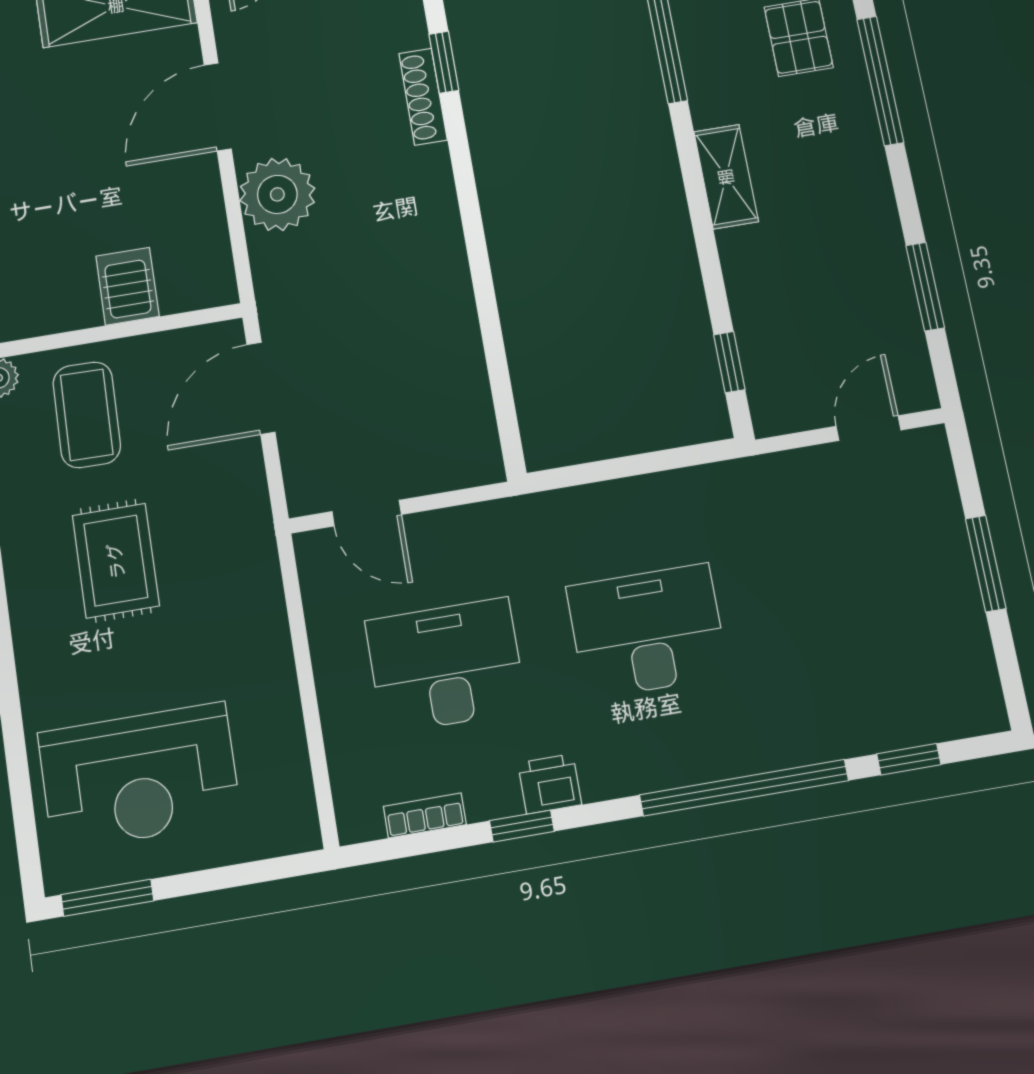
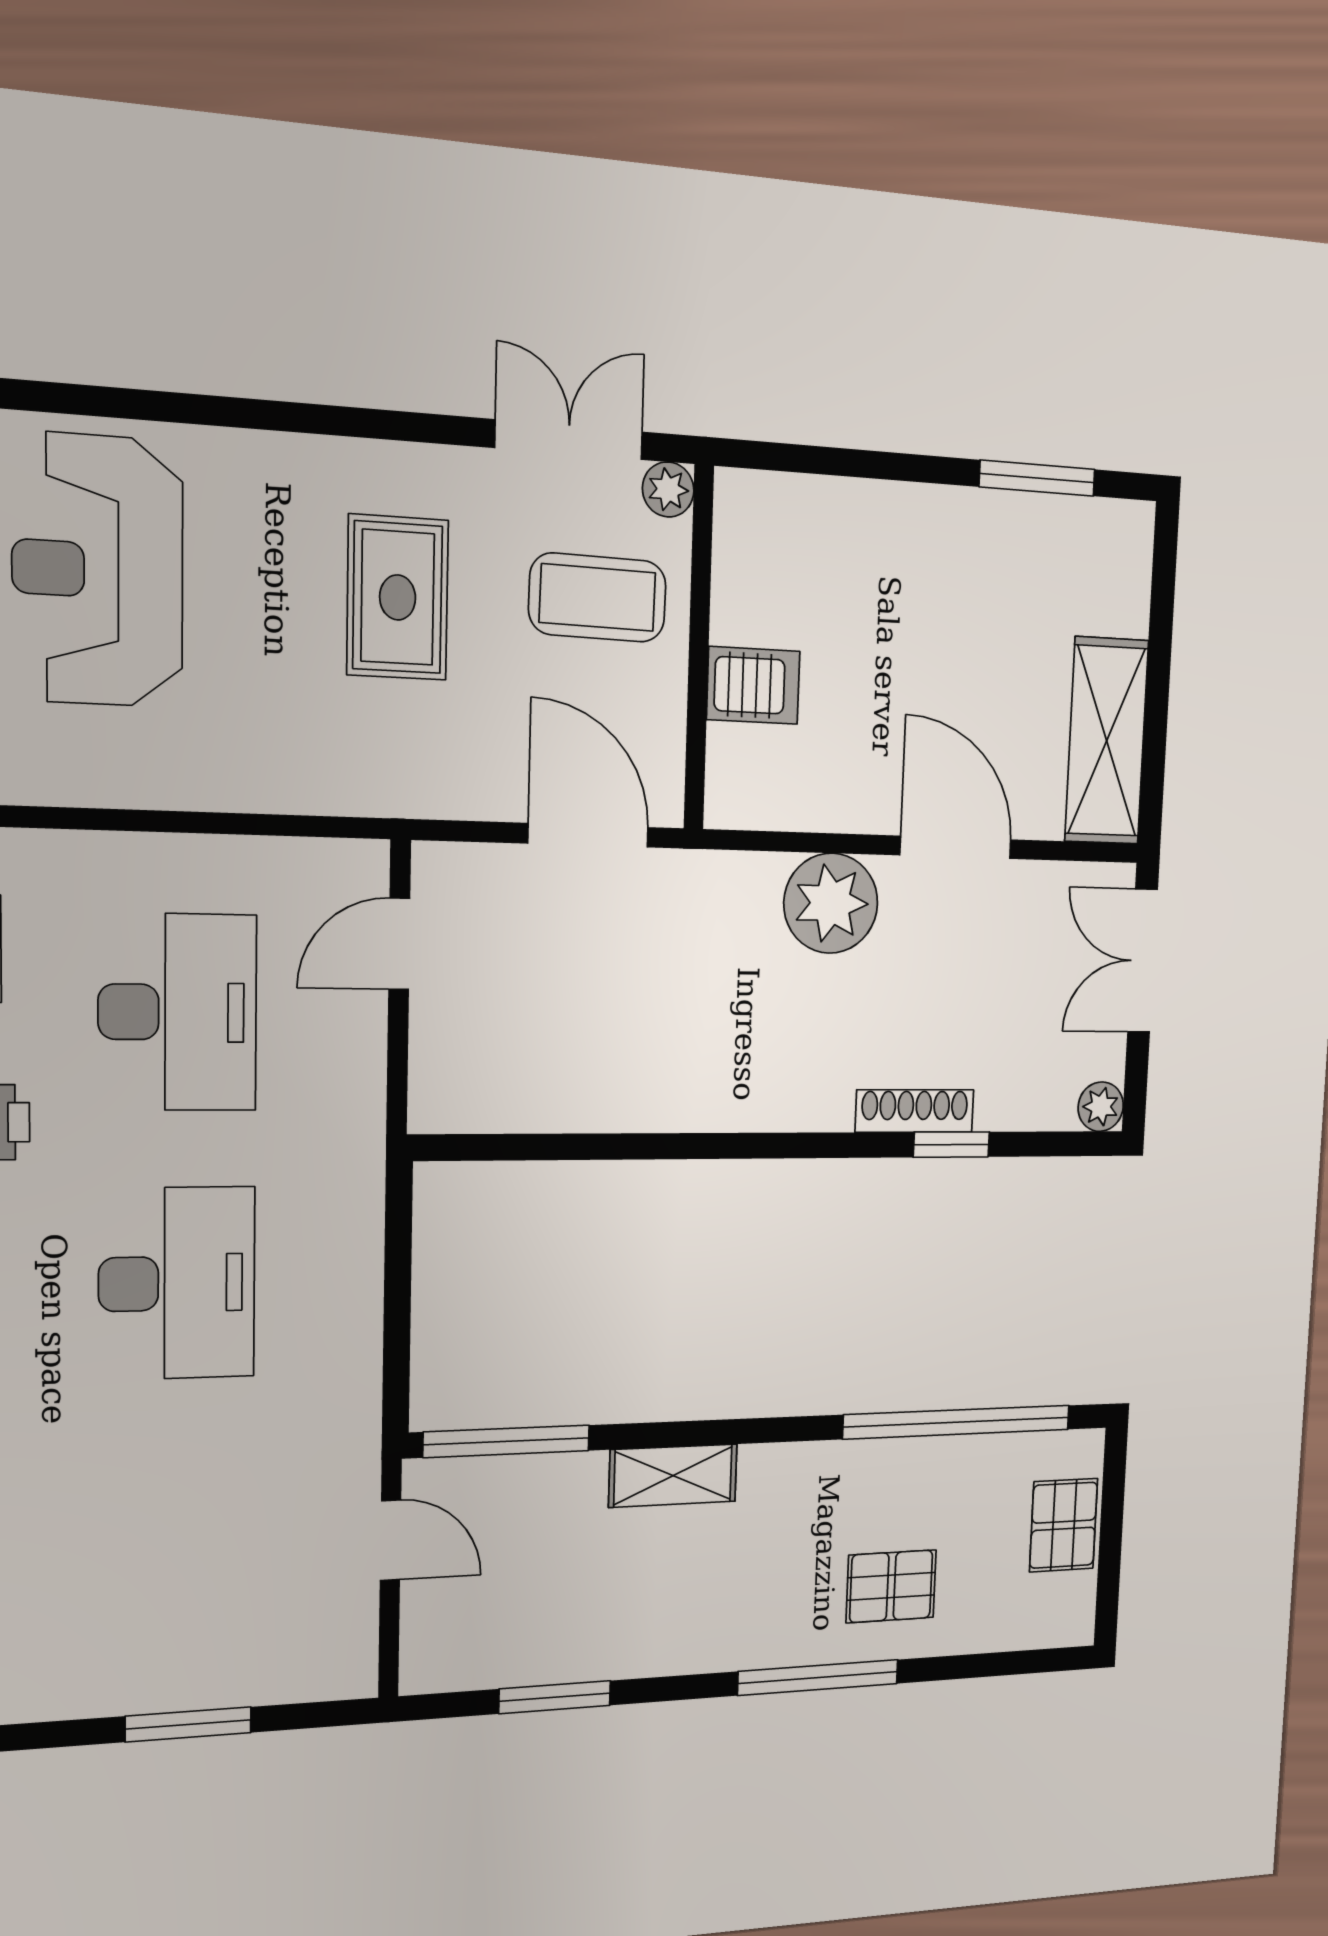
shelving: (726, 177) -> (673, 1476), moved
window: (729, 362) -> (507, 1441), width x2.17
door: (869, 428) -> (390, 1540), moved
rug: (116, 561) -> (398, 597), turned 90

